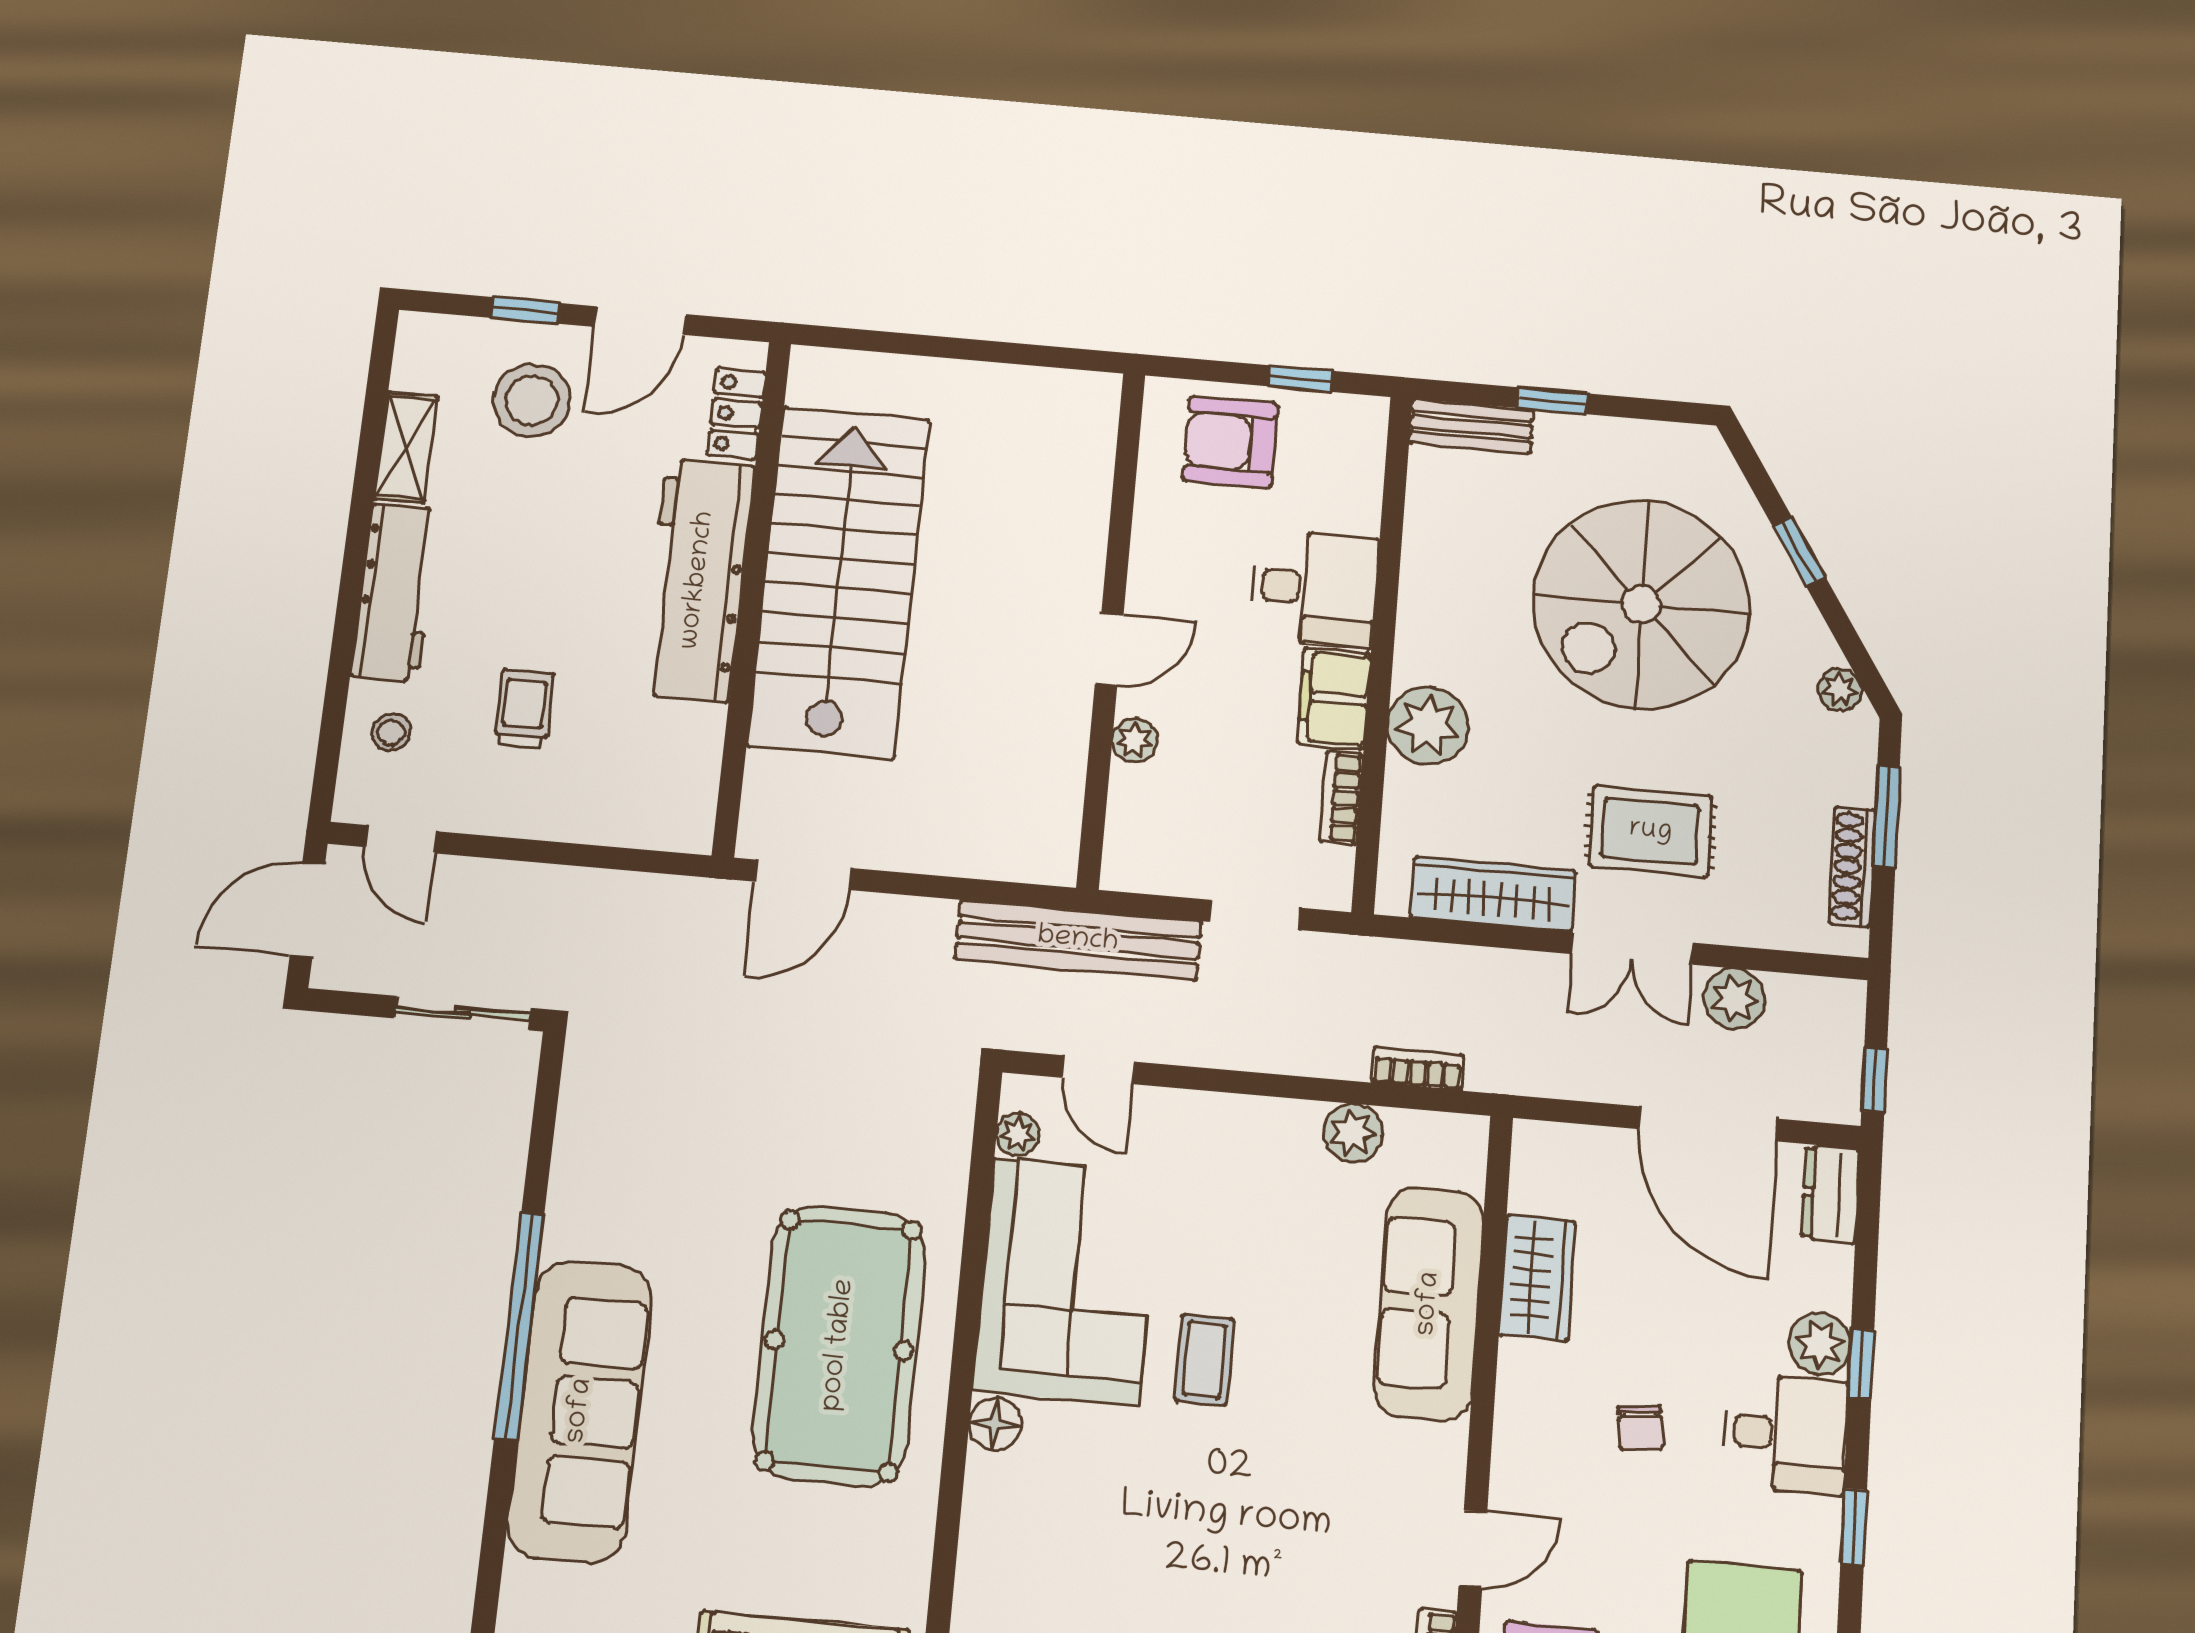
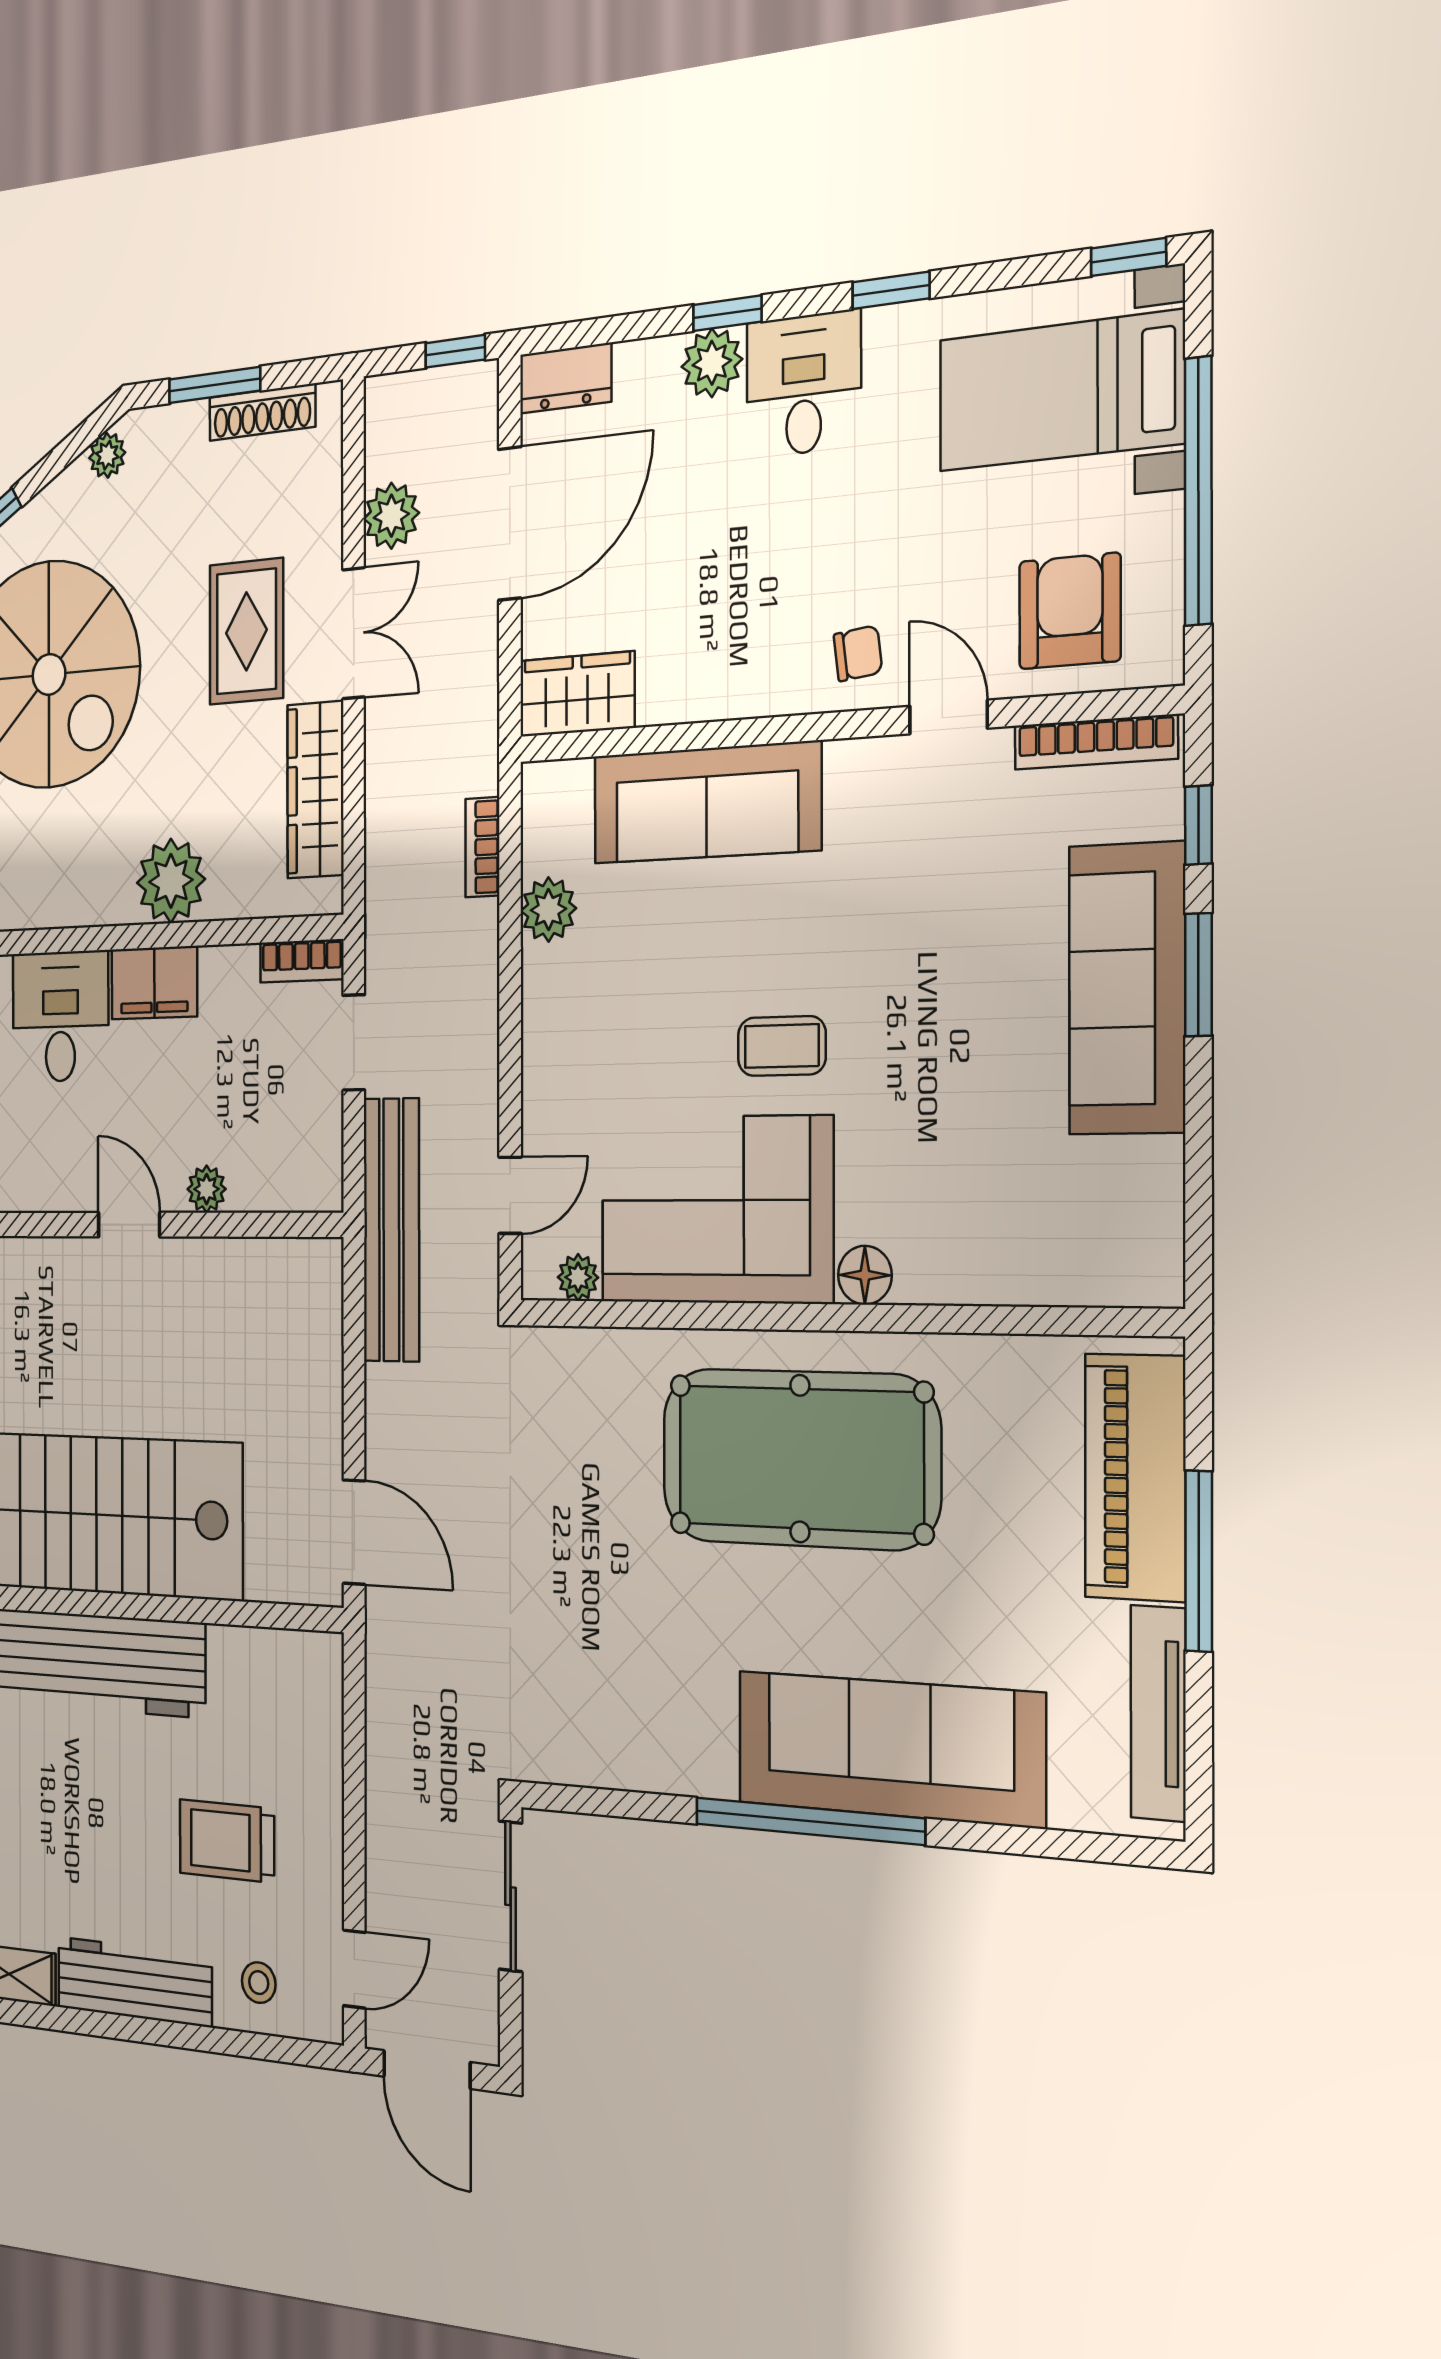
trolley: (524, 709) -> (227, 1841), width x1.36, depth x1.39
bookcase: (1341, 798) -> (302, 961), moved
wardrobe: (1537, 1278) -> (577, 694), moved
chair: (1640, 1428) -> (858, 653), moved

